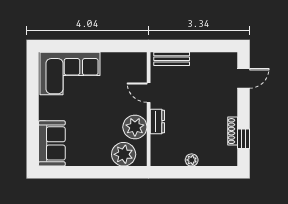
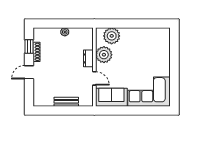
bench: (172, 59) -> (66, 102), moved
door: (243, 78) -> (29, 72), moved
sofa: (52, 143) -> (111, 97), moved, turned 90

